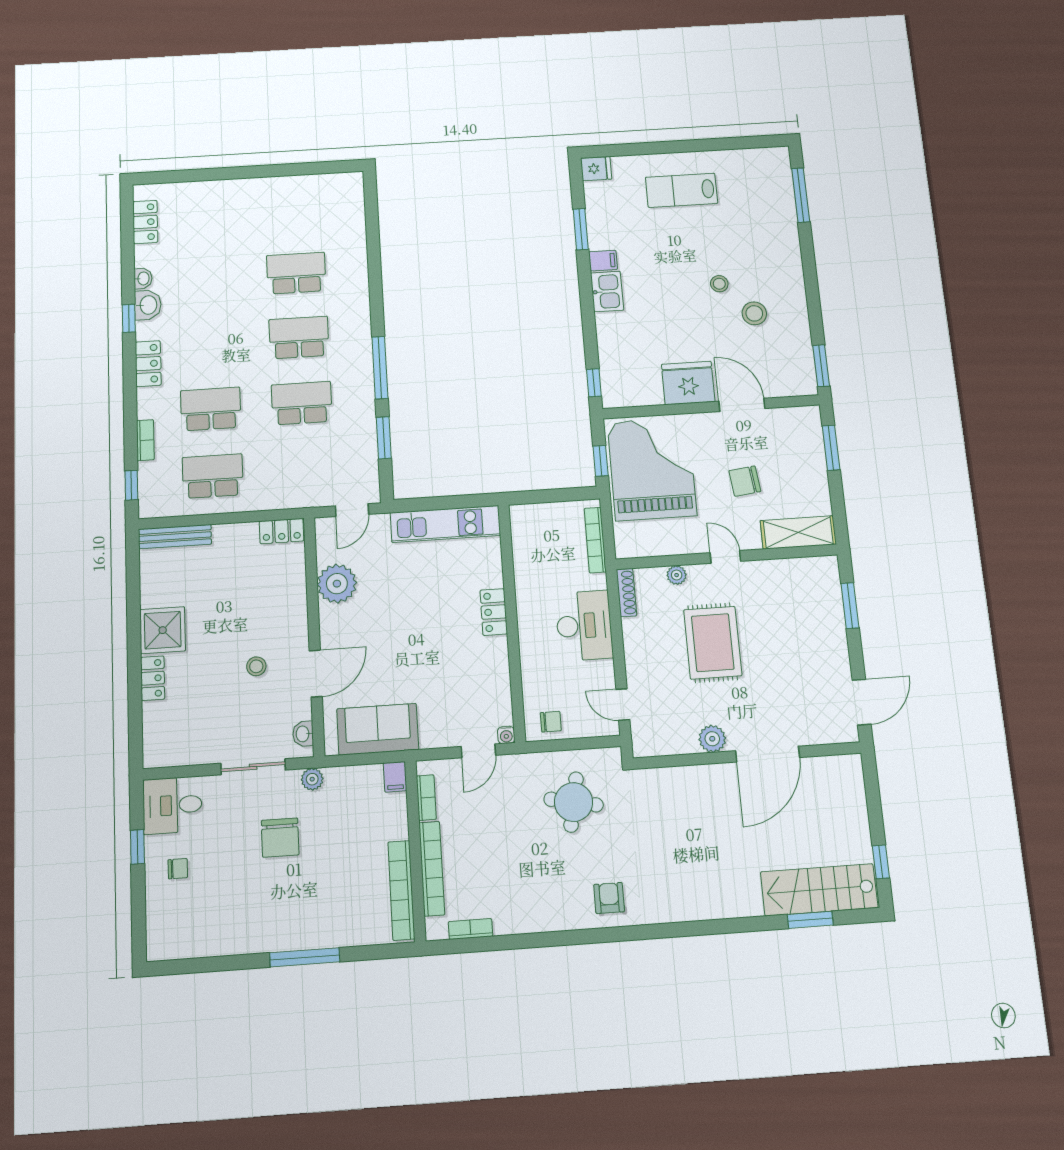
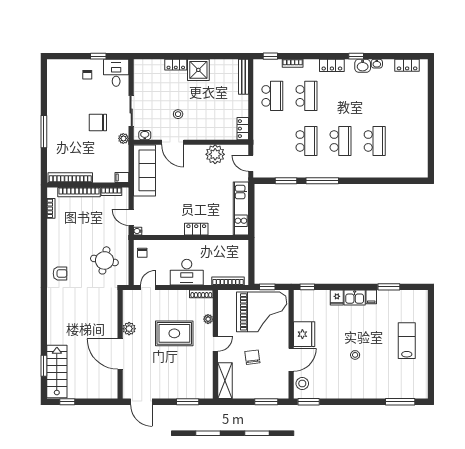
fridge: (596, 169) -> (337, 298), moved
stool: (754, 313) -> (302, 383), moved
sofa: (378, 729) -> (144, 170), width x1.36

